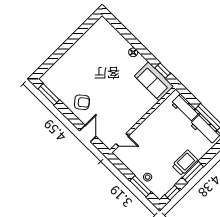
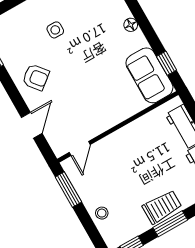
side table: (86, 69) -> (55, 30), added
door: (122, 140) -> (80, 149), hinge flipped
window: (140, 186) -> (68, 190), moved

